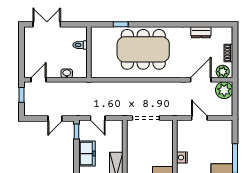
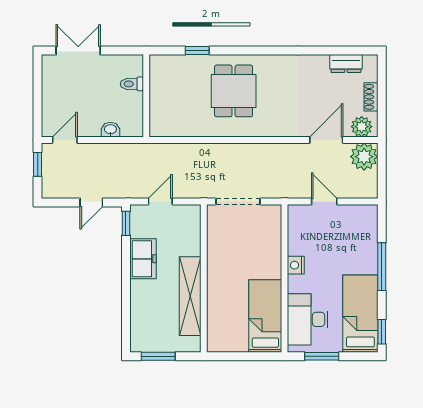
dresser: (201, 32) -> (346, 63), moved
dining table: (143, 49) -> (234, 91), width x0.53, depth x0.80
door: (98, 118) -> (160, 201), swing flipped

